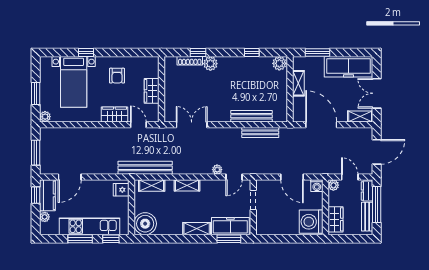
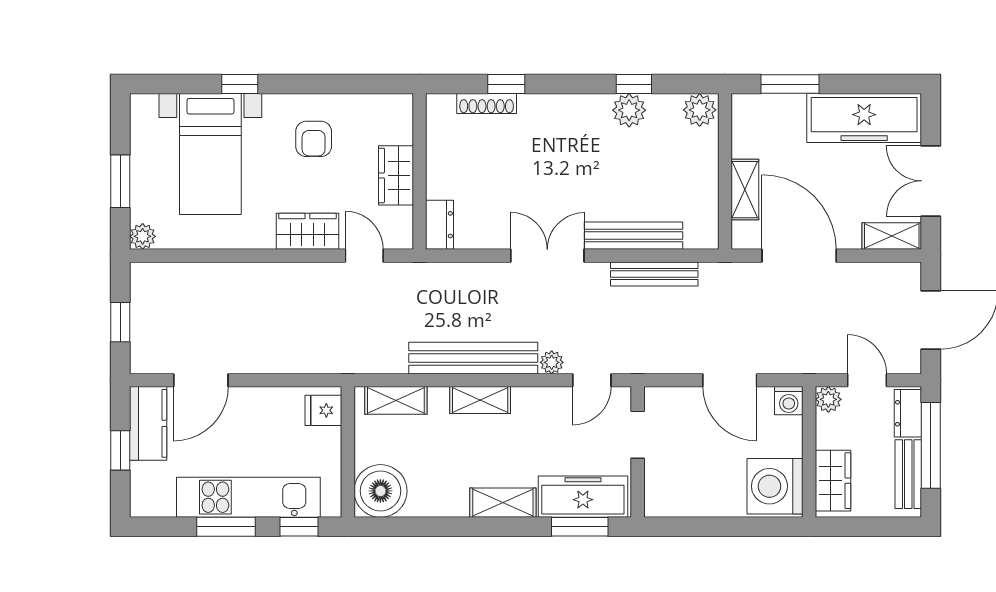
plant: (210, 64) -> (629, 110), moved
shelving: (298, 83) -> (745, 190), moved
dresser: (170, 112) -> (440, 225), added
double door: (192, 125) -> (547, 256), moved
window: (36, 153) -> (120, 322), width x0.67
bench: (145, 168) -> (473, 358), moved
window: (36, 195) -> (120, 450), moved
plant: (45, 217) -> (142, 475), removed

